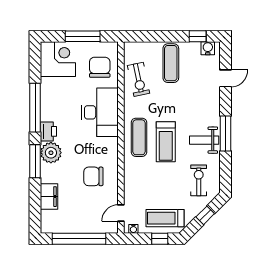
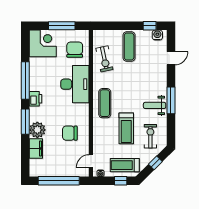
treadmill: (166, 142) -> (126, 128), moved
plant: (51, 153) -> (37, 130), moved

